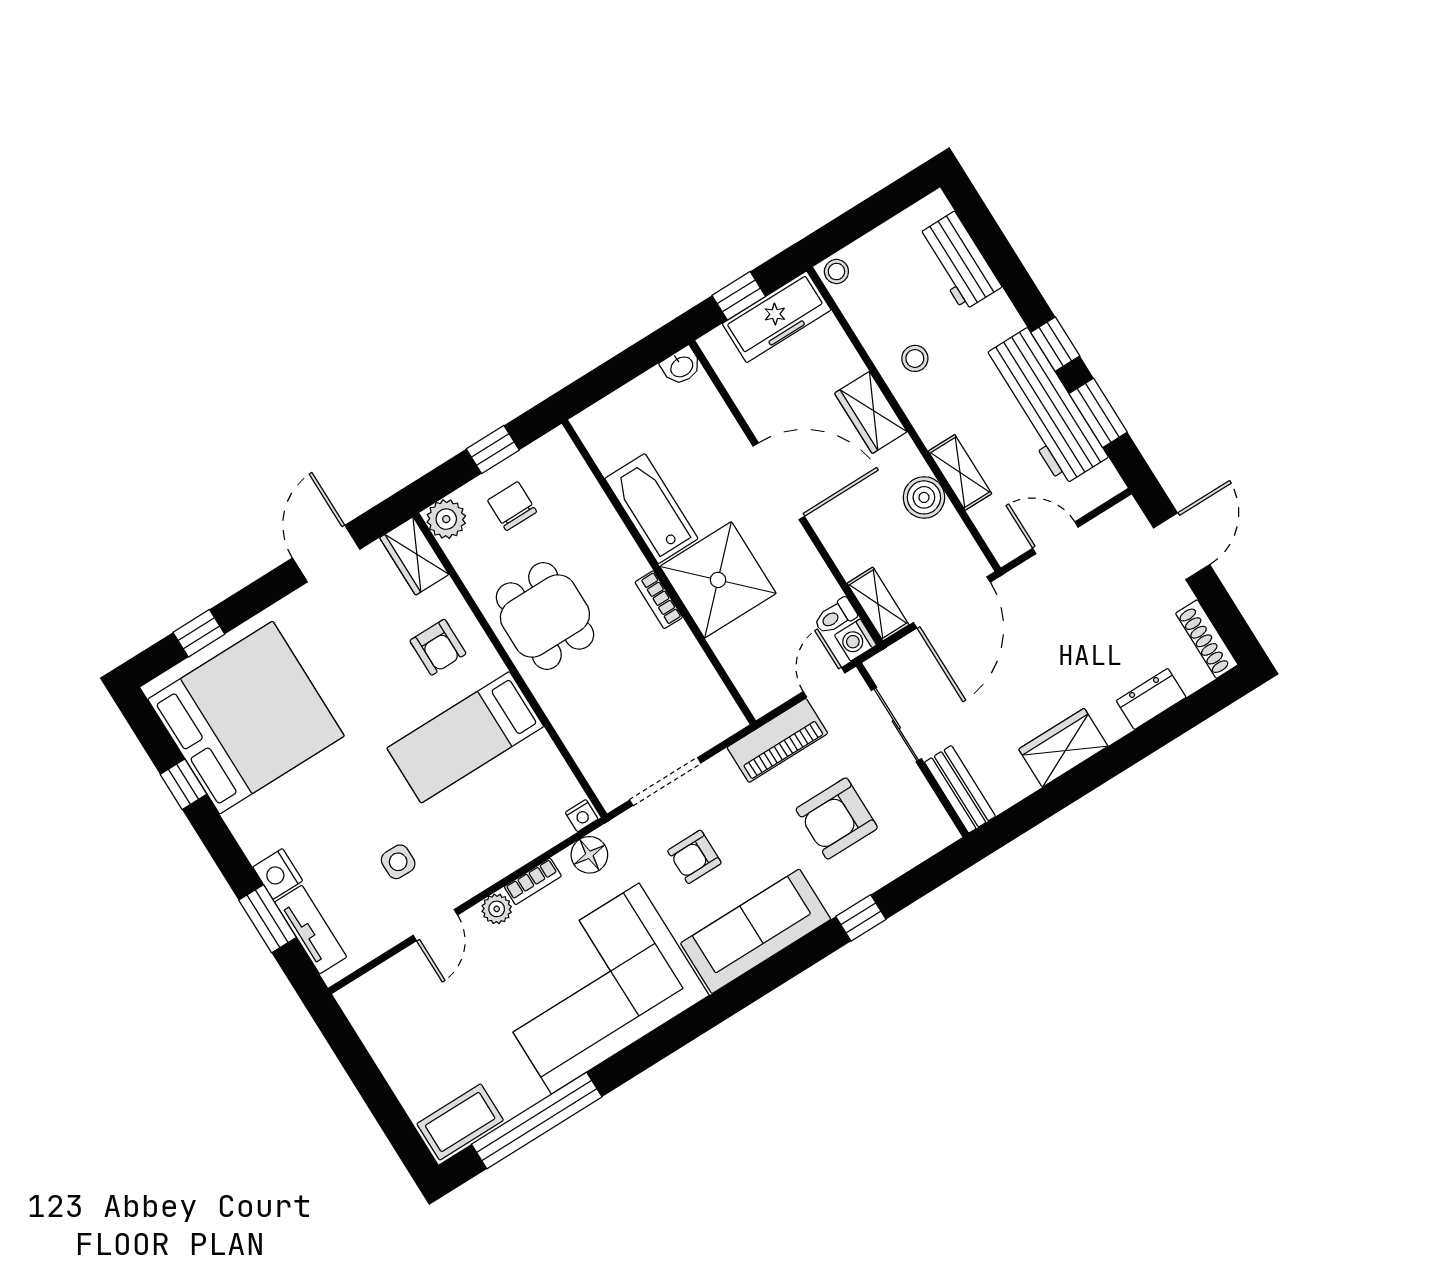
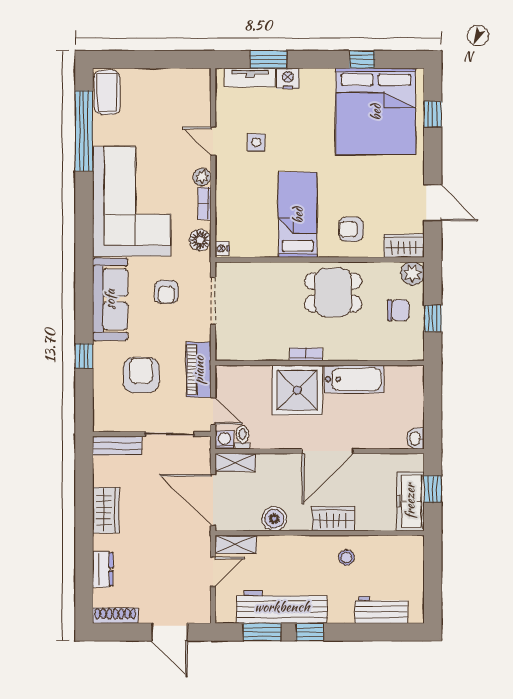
stool: (836, 271) -> (414, 545), removed
shelving: (960, 472) -> (236, 544), moved
armchair: (694, 857) -> (166, 292), turned 180

